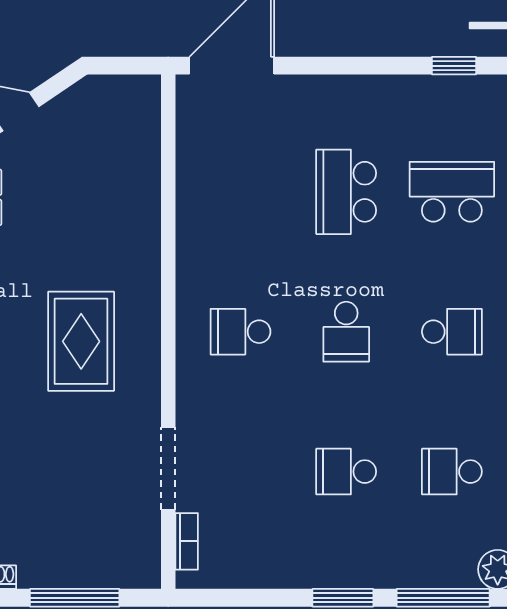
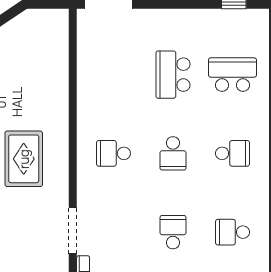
school desk: (346, 472) -> (173, 232), turned 90

